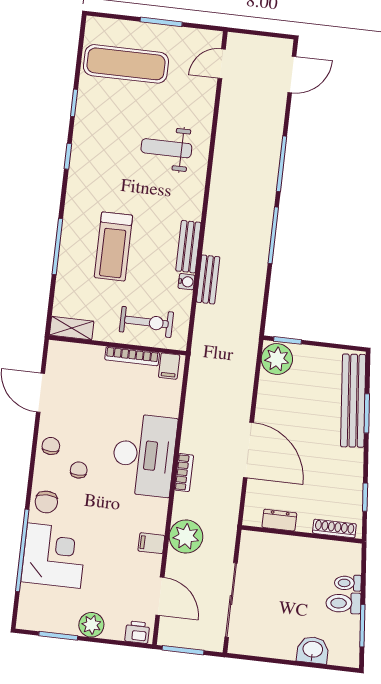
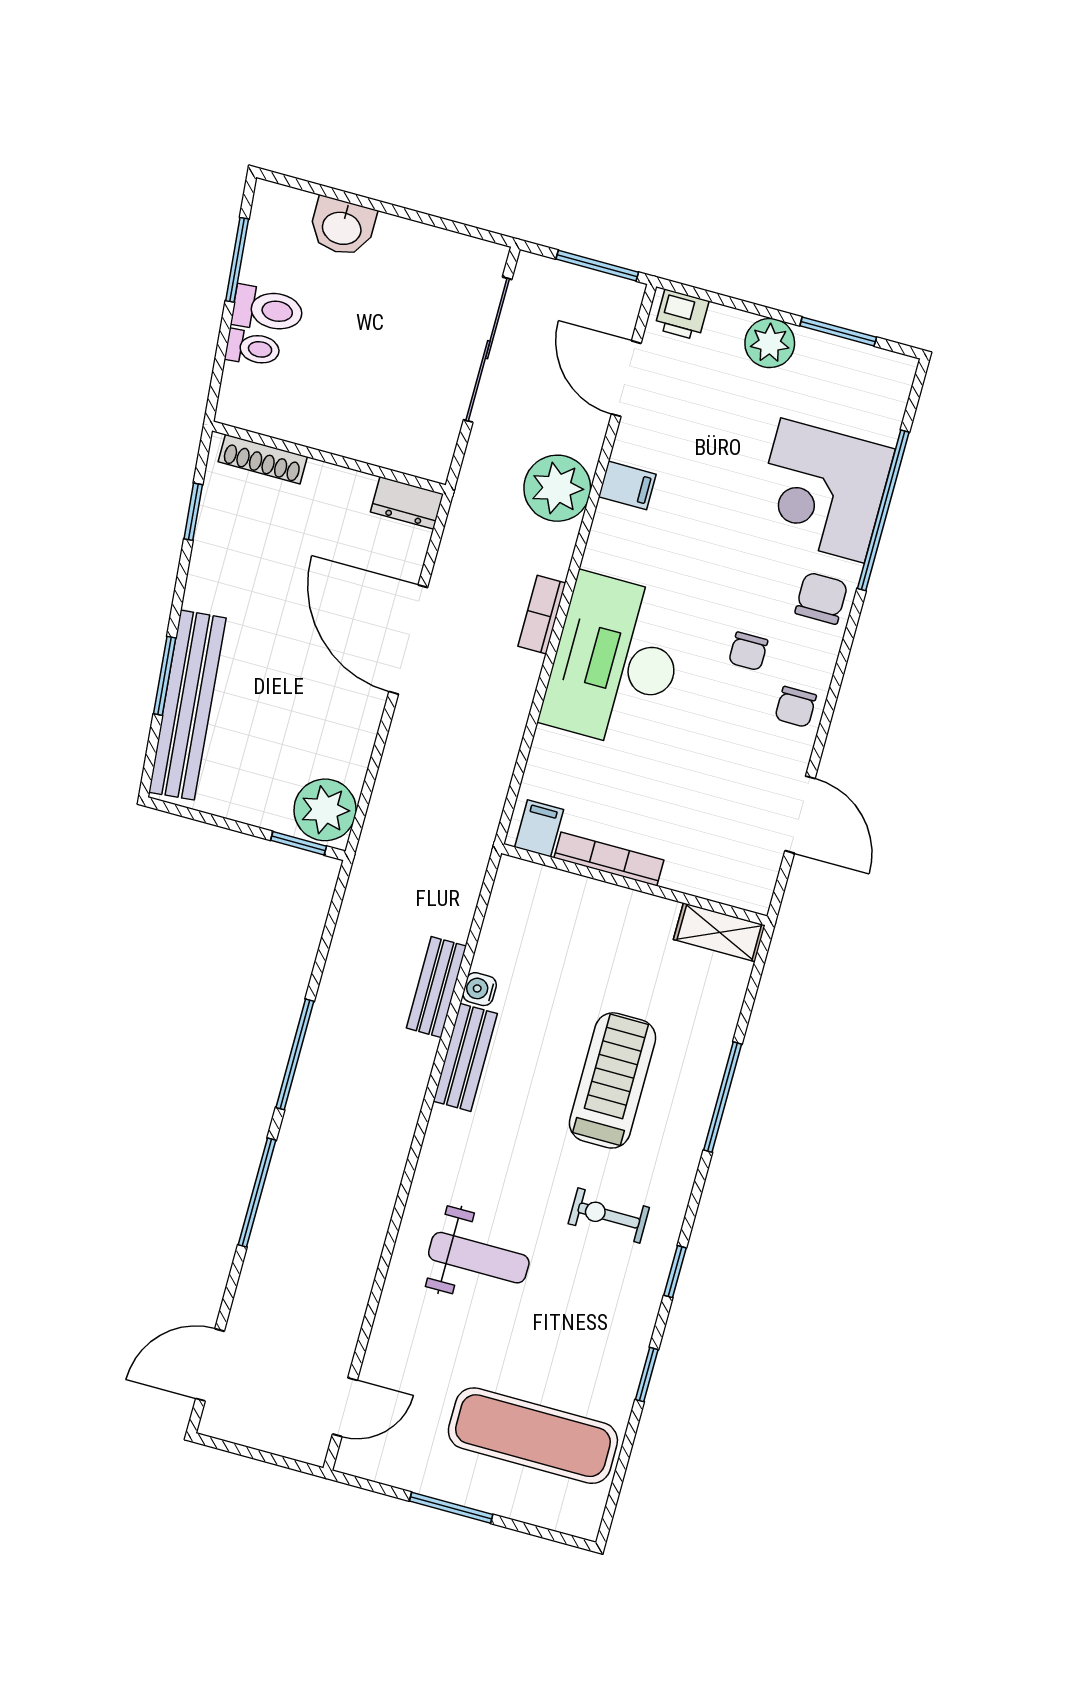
exercise bike: (146, 322) -> (609, 1216), moved, width x0.73, depth x0.72
dresser: (279, 520) -> (407, 503), moved

